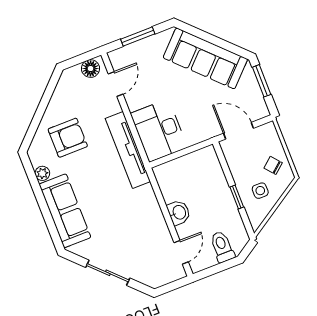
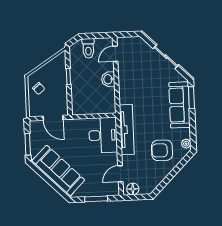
plant: (42, 173) -> (186, 144), moved
side table: (260, 191) -> (52, 75), removed
window: (52, 227) -> (191, 98), added

